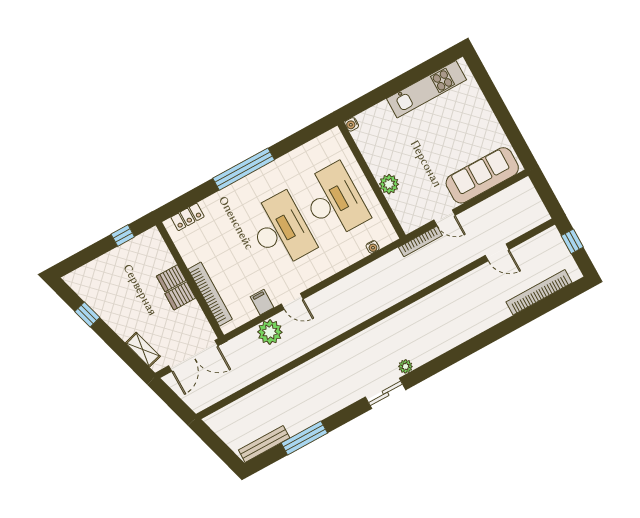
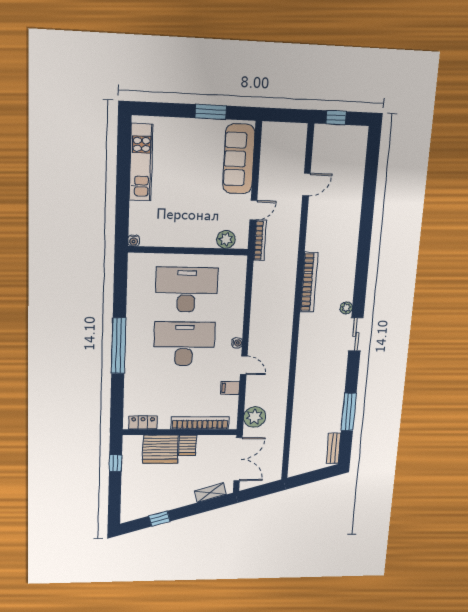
window: (508, 124) -> (211, 112), added
plant: (389, 184) -> (226, 239), moved
locker: (188, 217) -> (143, 423), moved, turned -90
water cooler: (373, 247) -> (237, 343), moved
server rack: (171, 278) -> (160, 449), width x2.18, depth x1.44
bookcase: (539, 292) -> (309, 282), moved, turned 180
door: (292, 301) -> (244, 365), hinge flipped
plant: (270, 332) -> (255, 417), moved
bench: (264, 444) -> (334, 448), width x0.73

